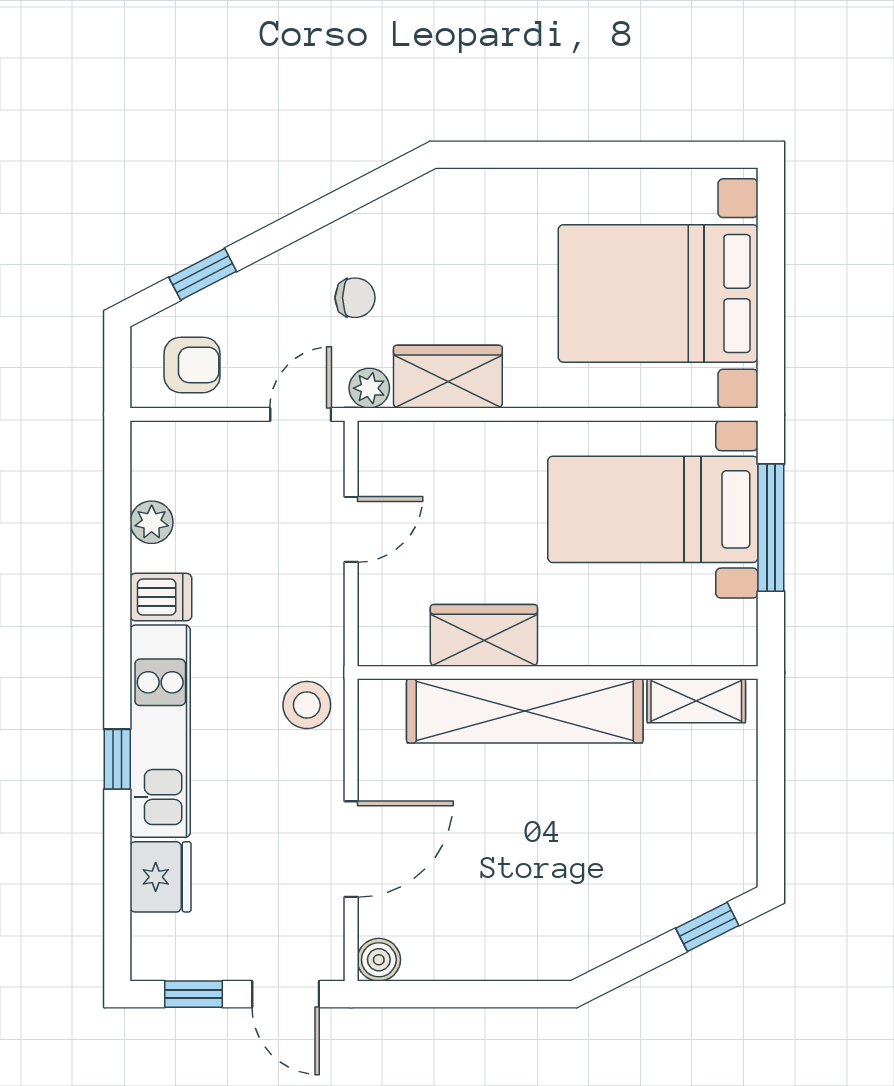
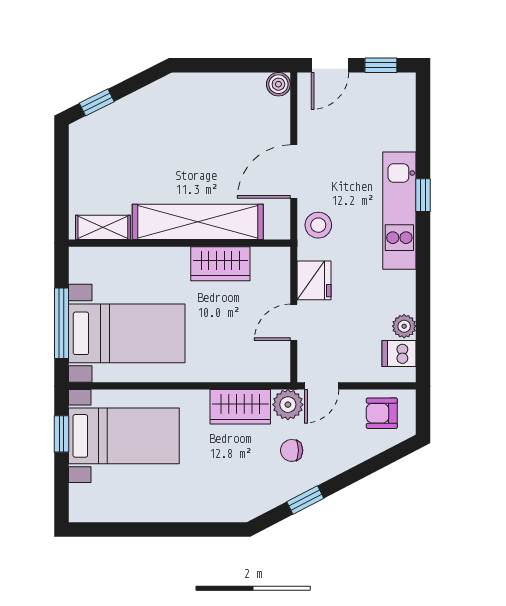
window: (203, 274) -> (305, 500), moved
bed with nightstands: (658, 293) -> (124, 436), width x0.73
window: (771, 327) -> (62, 434), added
plant: (369, 388) -> (288, 405), width x1.38, depth x1.38
dishwasher: (161, 597) -> (399, 354), moved
door: (351, 849) -> (294, 172), moved
fridge: (161, 877) -> (314, 280), moved, turned 180
door: (286, 994) -> (330, 65), swing flipped

